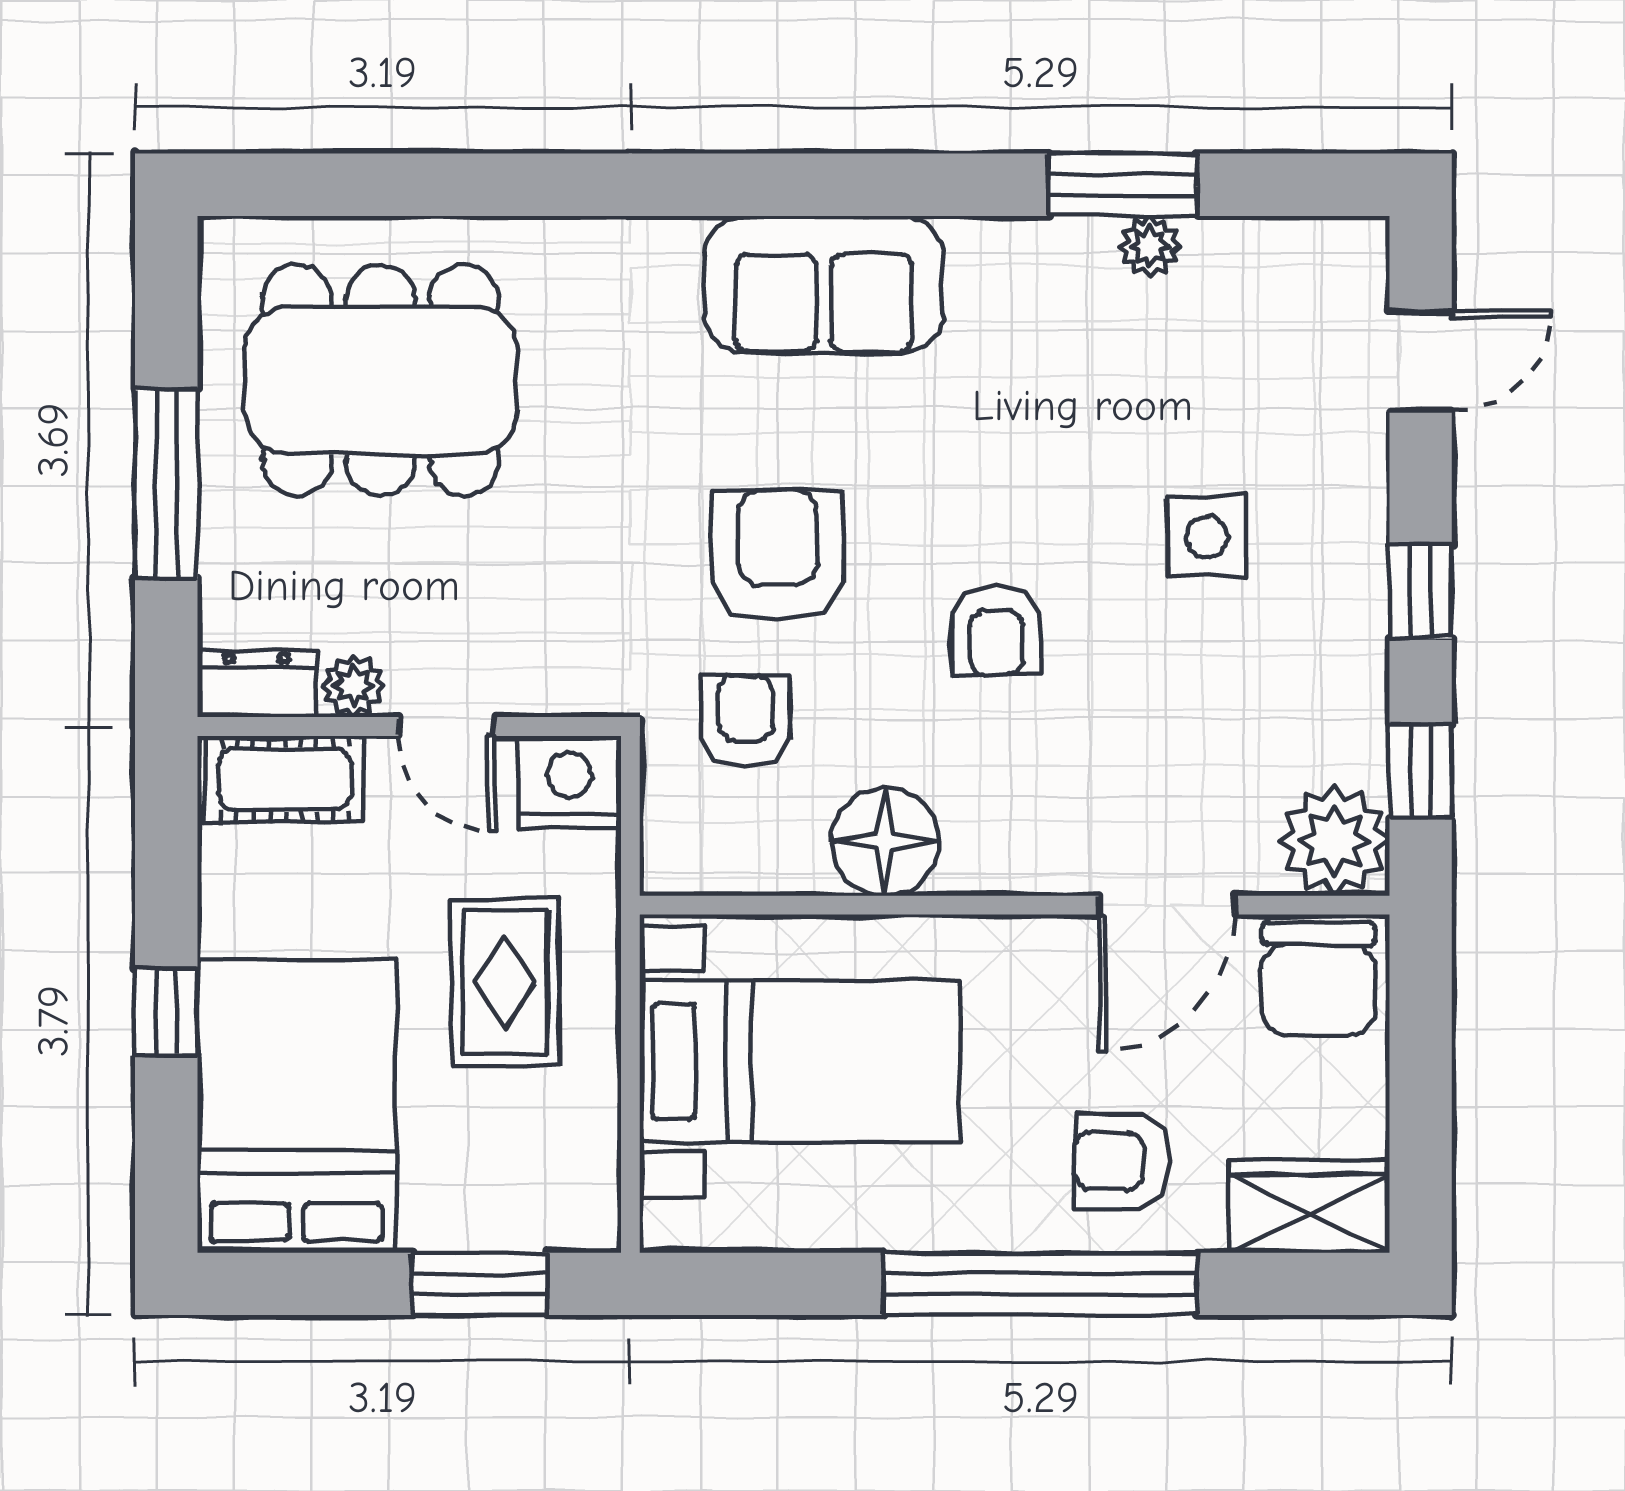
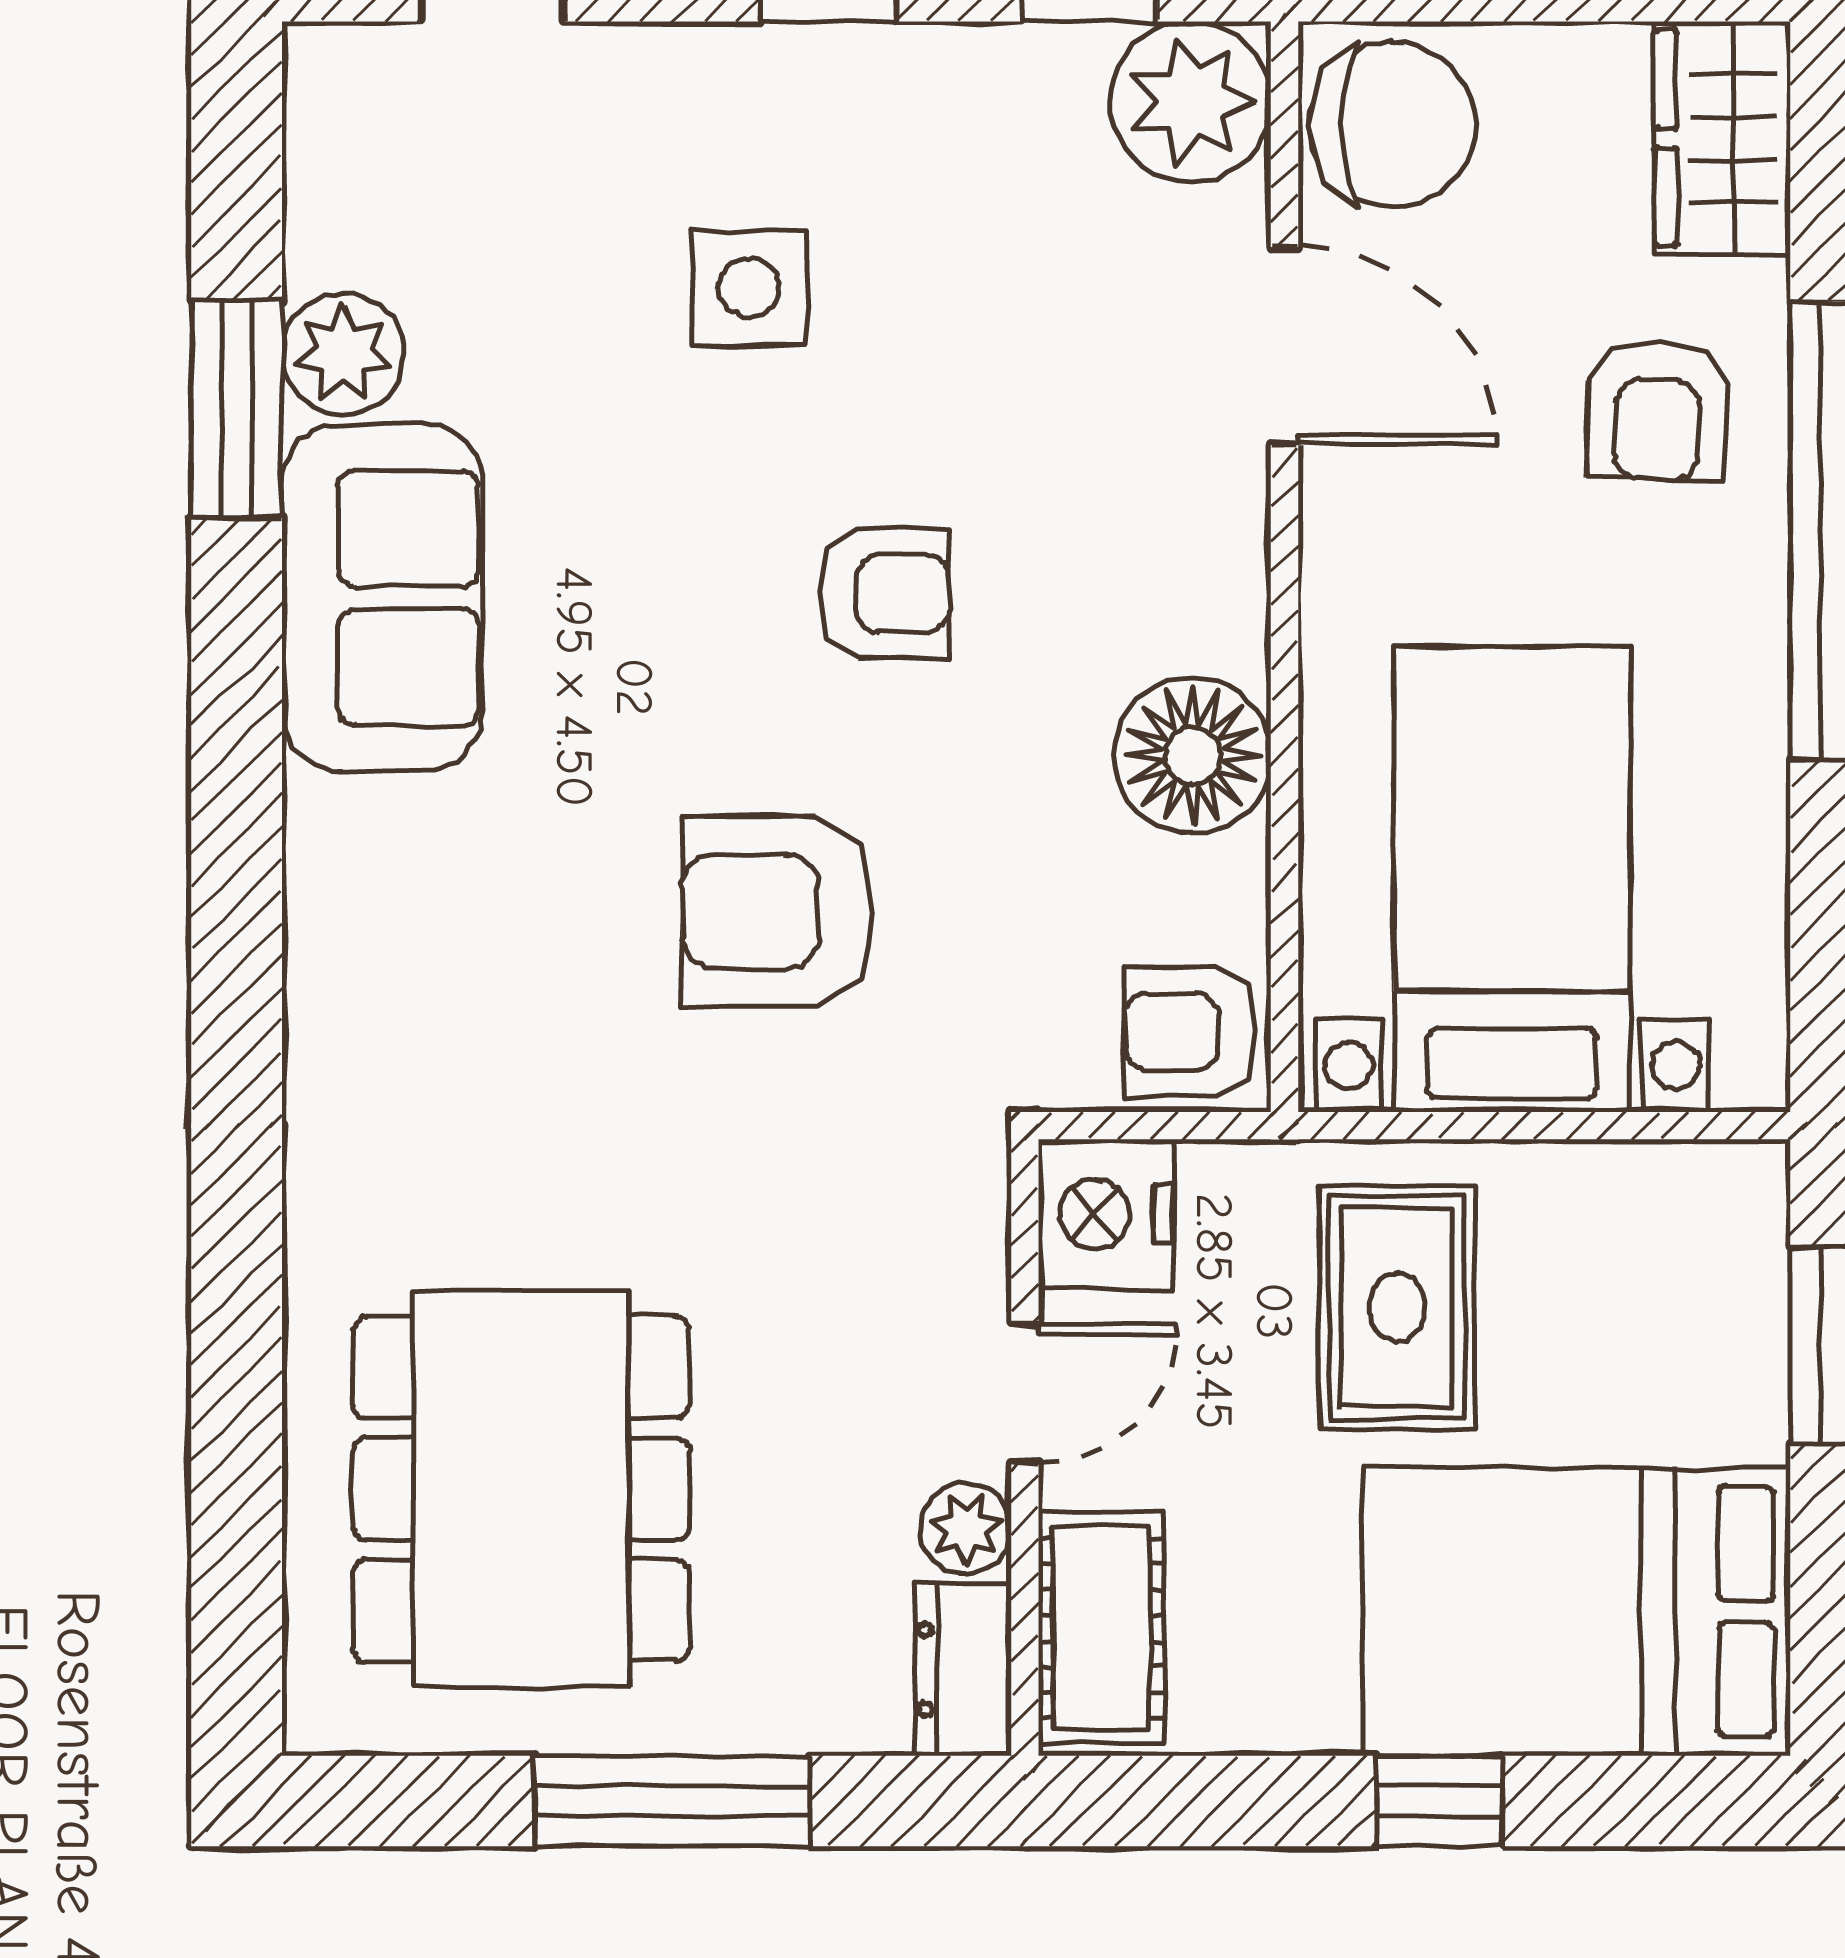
plant: (1150, 246) -> (343, 354), width x1.38, depth x1.38
sofa: (824, 285) -> (382, 598), moved
armchair: (746, 721) -> (1190, 1032), moved
rug: (505, 982) -> (1397, 1308), turned 90

